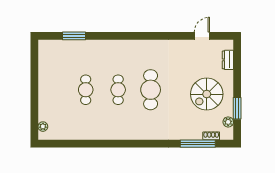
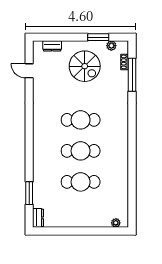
dresser: (48, 45) -> (38, 218), added
cafe table: (86, 90) -> (81, 182), width x1.37, depth x1.35
cafe table: (118, 90) -> (81, 151), width x1.37, depth x1.35

